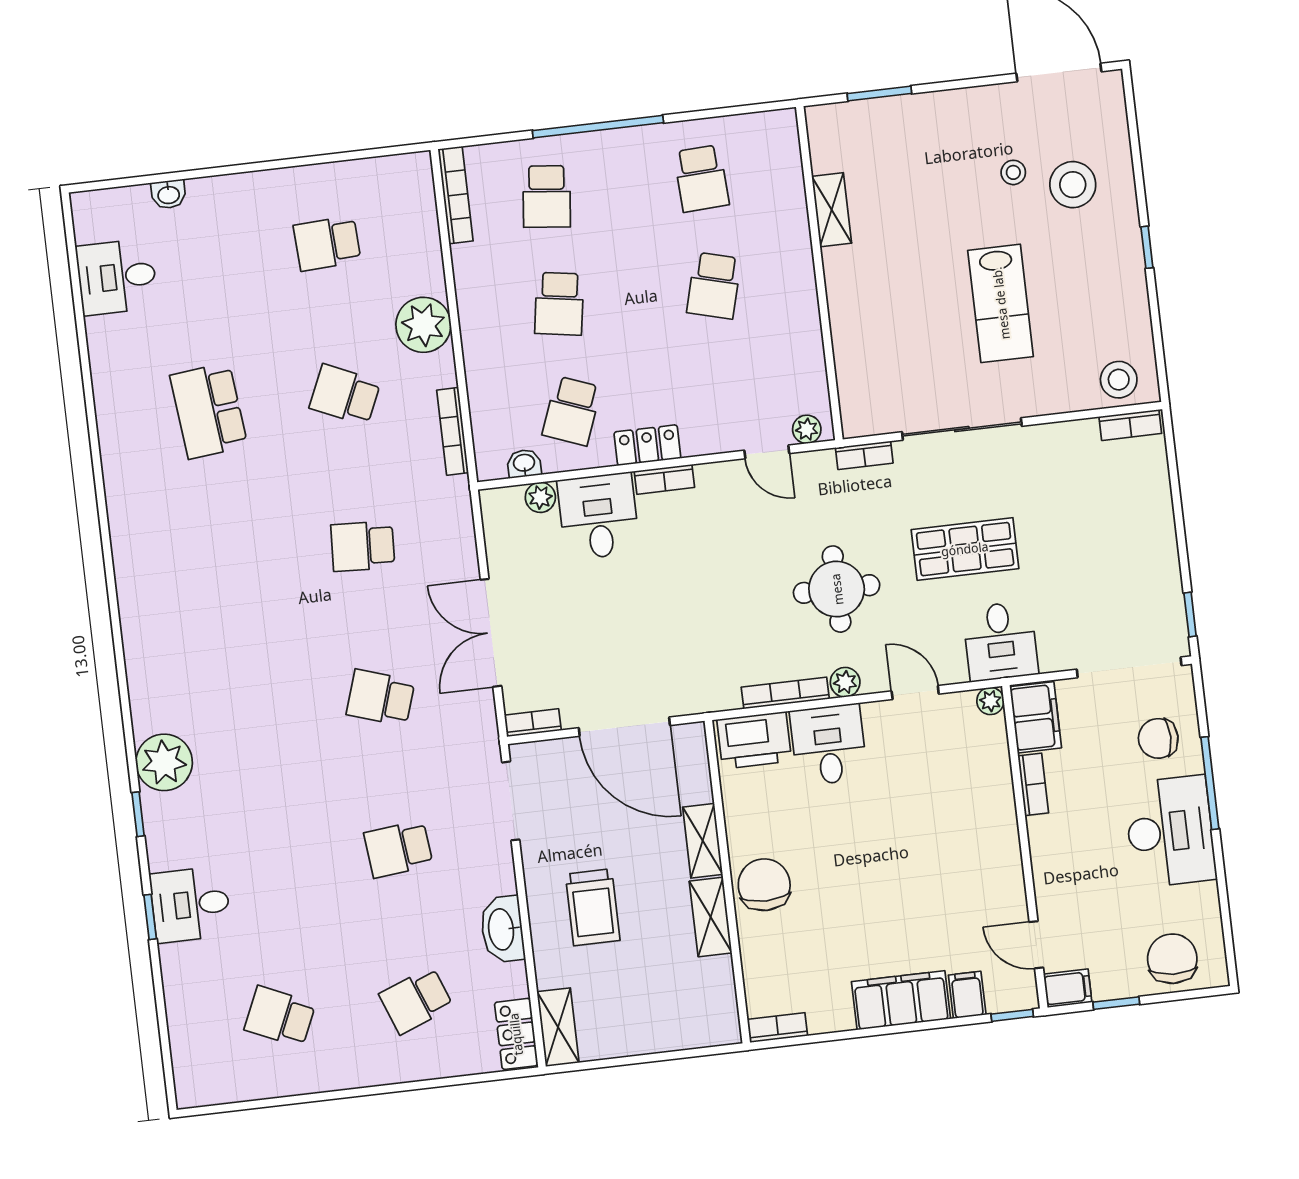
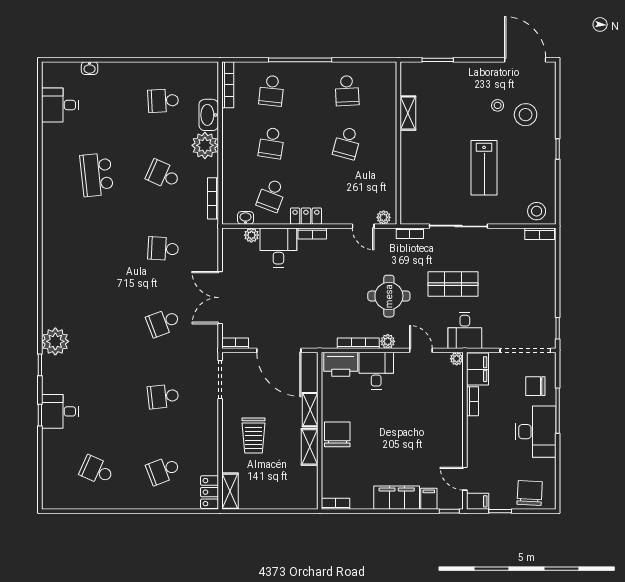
school desk: (381, 698) -> (163, 323), turned -39
washbasin: (502, 929) -> (209, 115), moved

